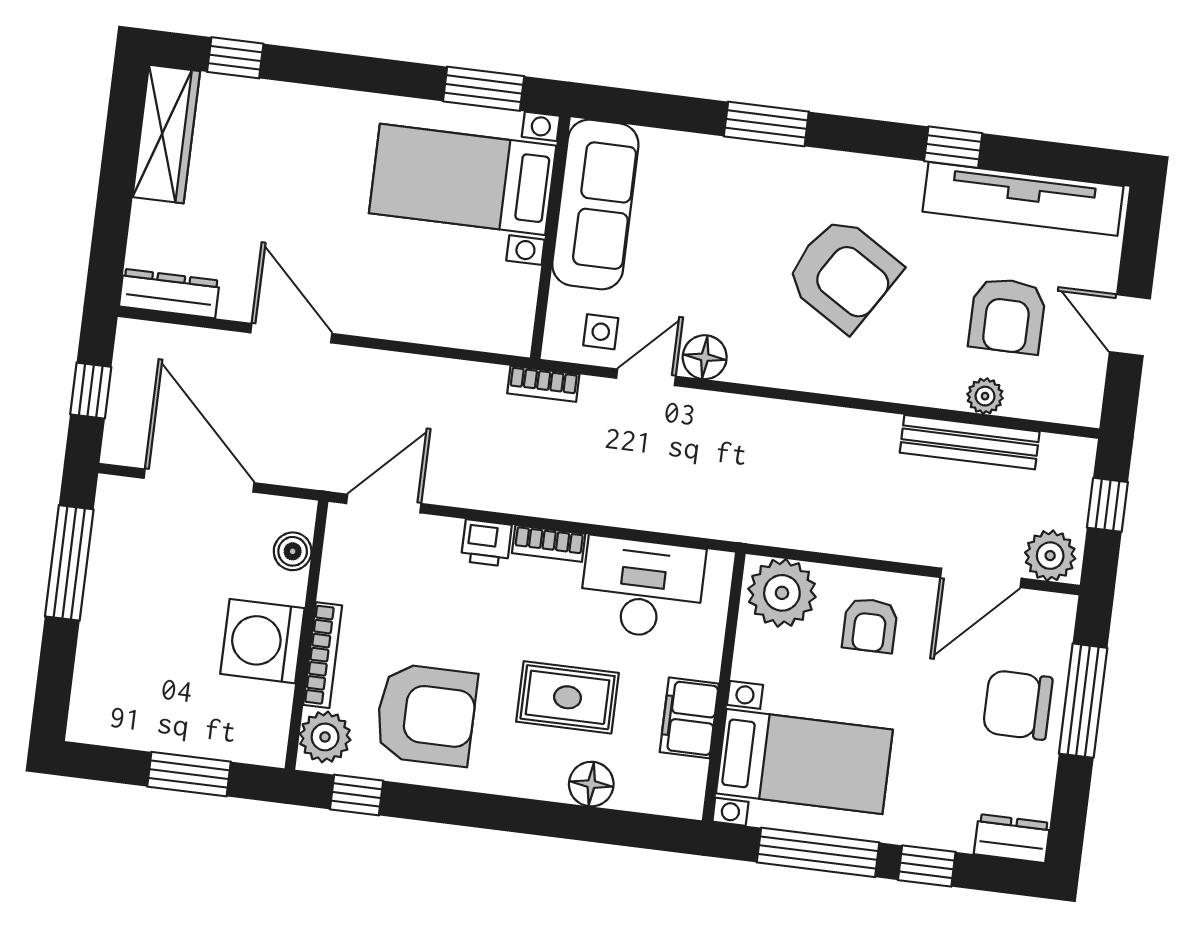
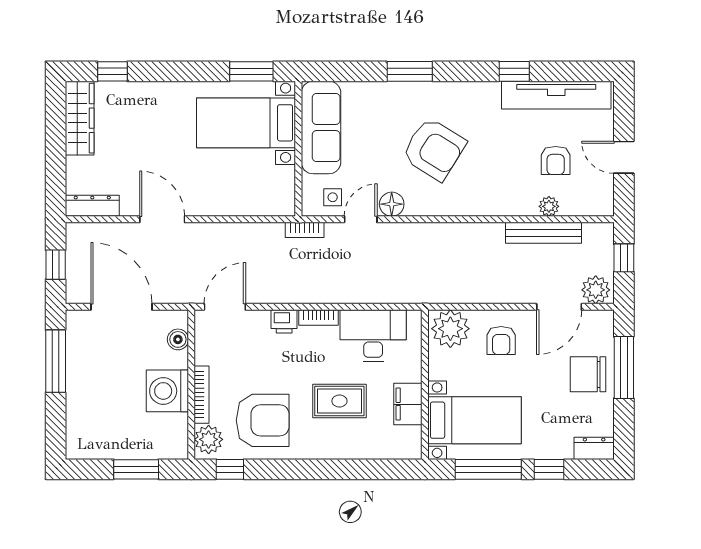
armchair: (843, 274) -> (434, 149), moved
armchair: (1007, 316) -> (556, 161), width x0.72, depth x0.72
floor lamp: (591, 784) -> (358, 447), removed

